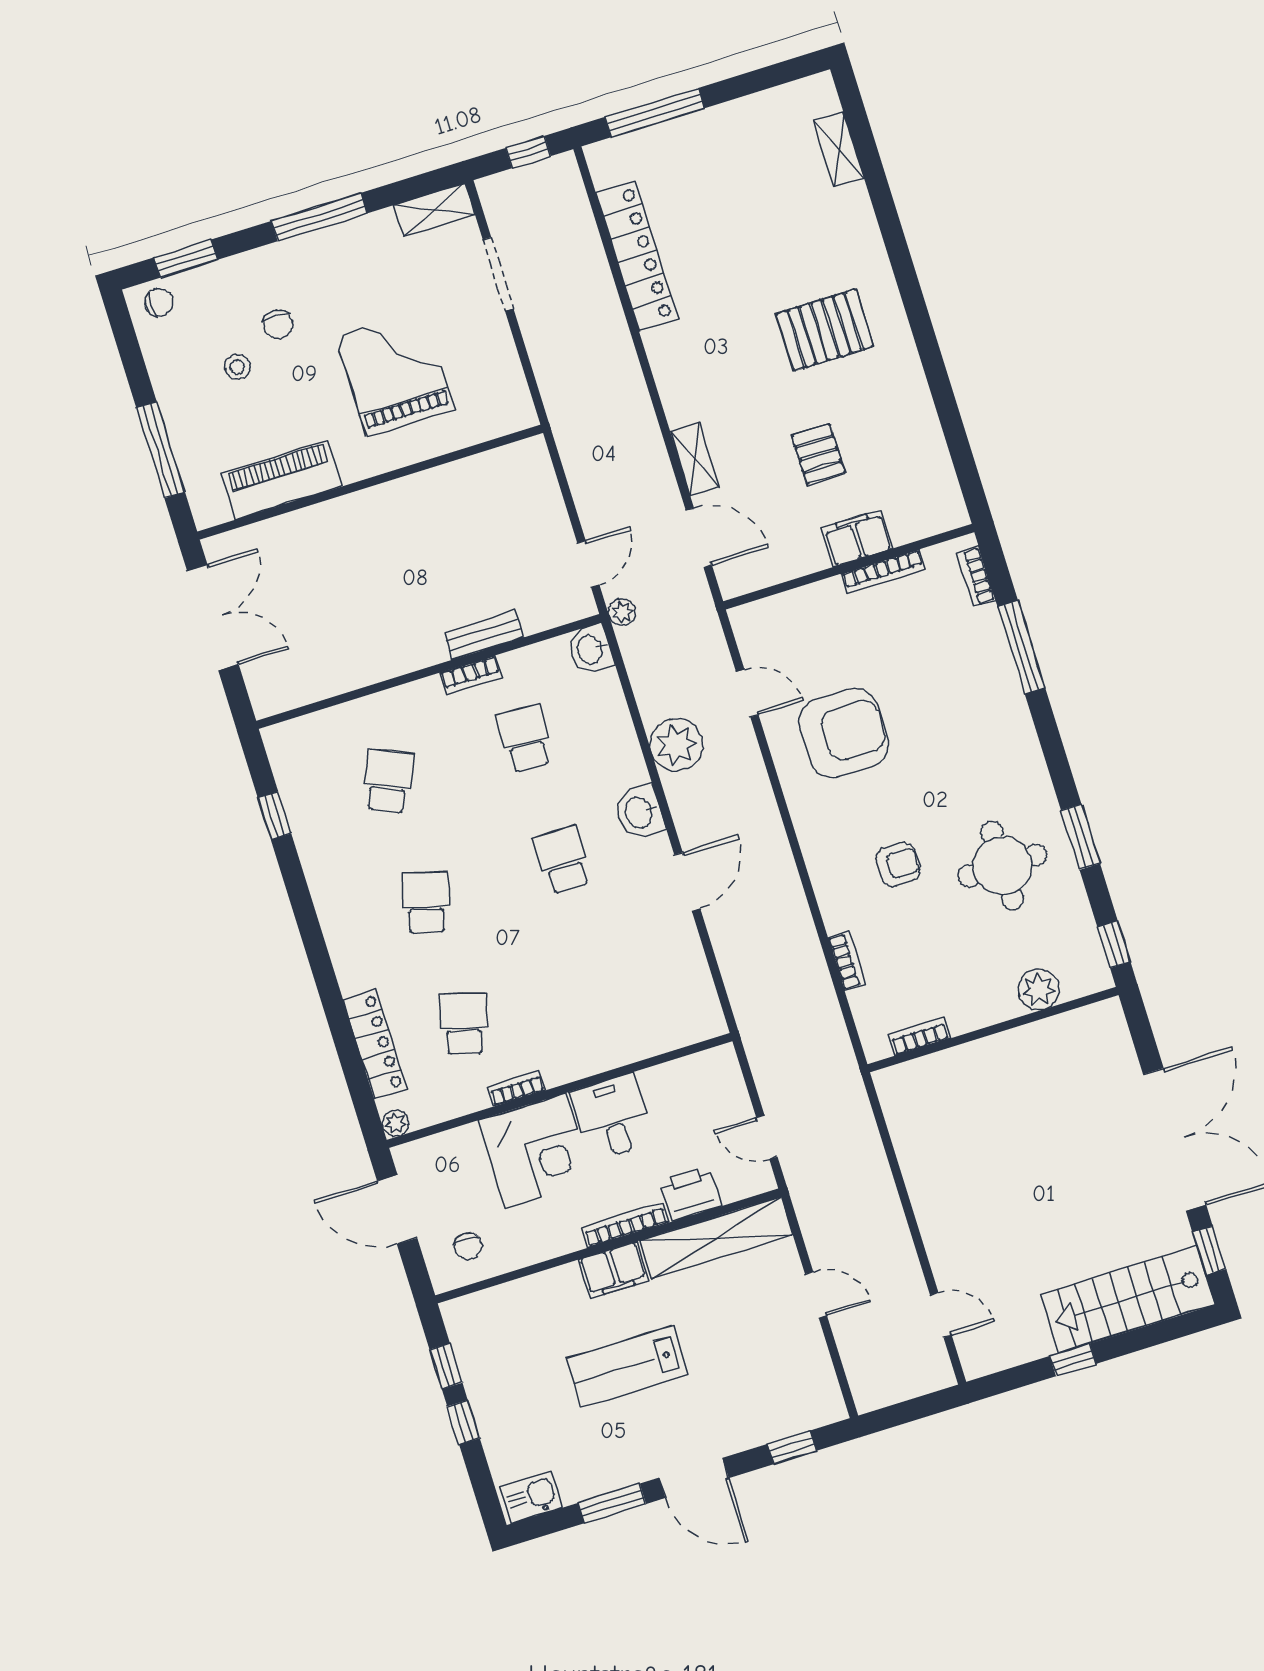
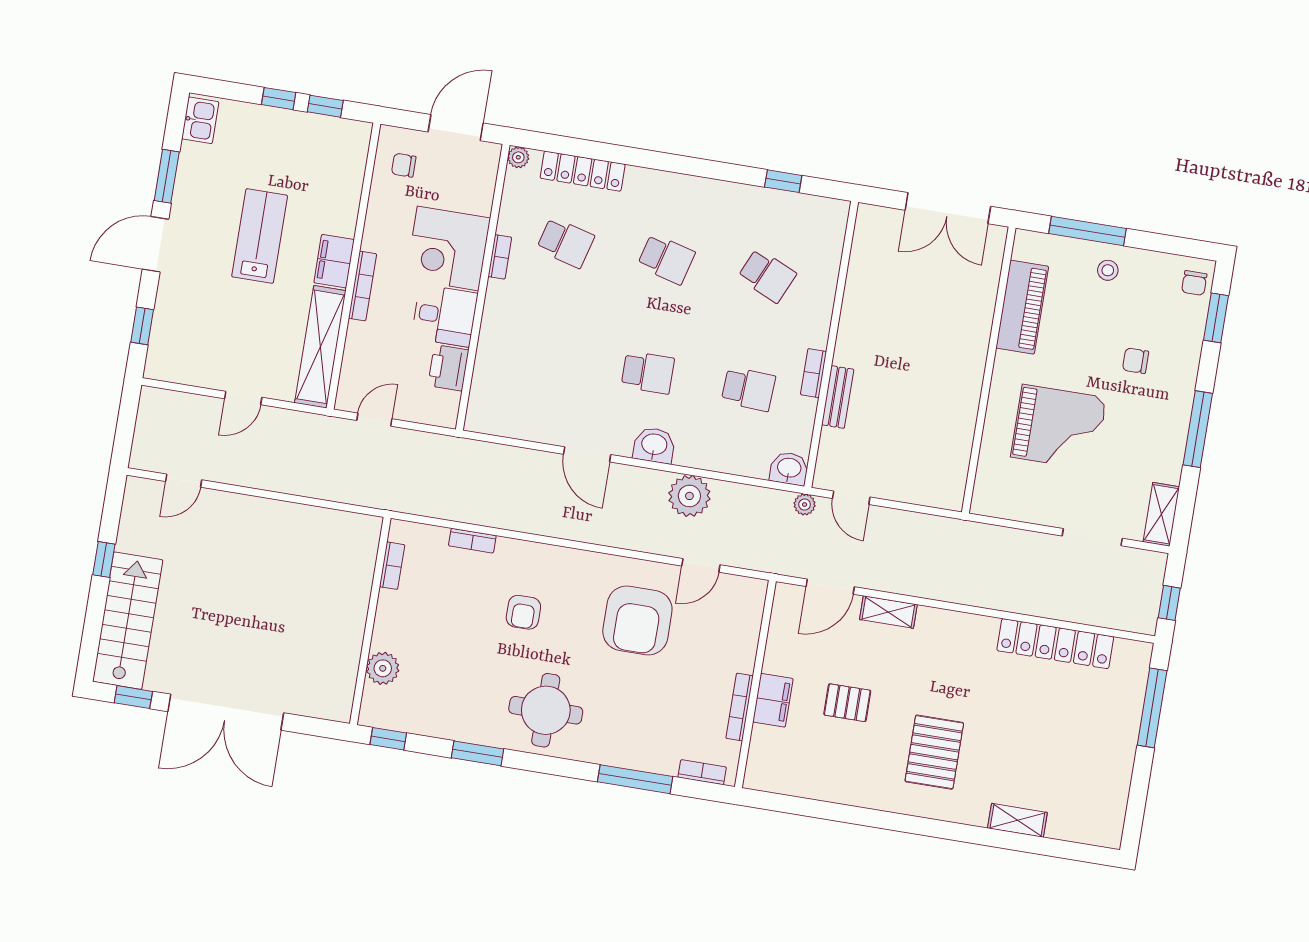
shelving: (839, 149) -> (1017, 820), moved
stool: (237, 367) -> (1108, 270), moved
round table: (1002, 866) -> (546, 710), moved
printer: (690, 1193) -> (448, 368), moved, turned 180

